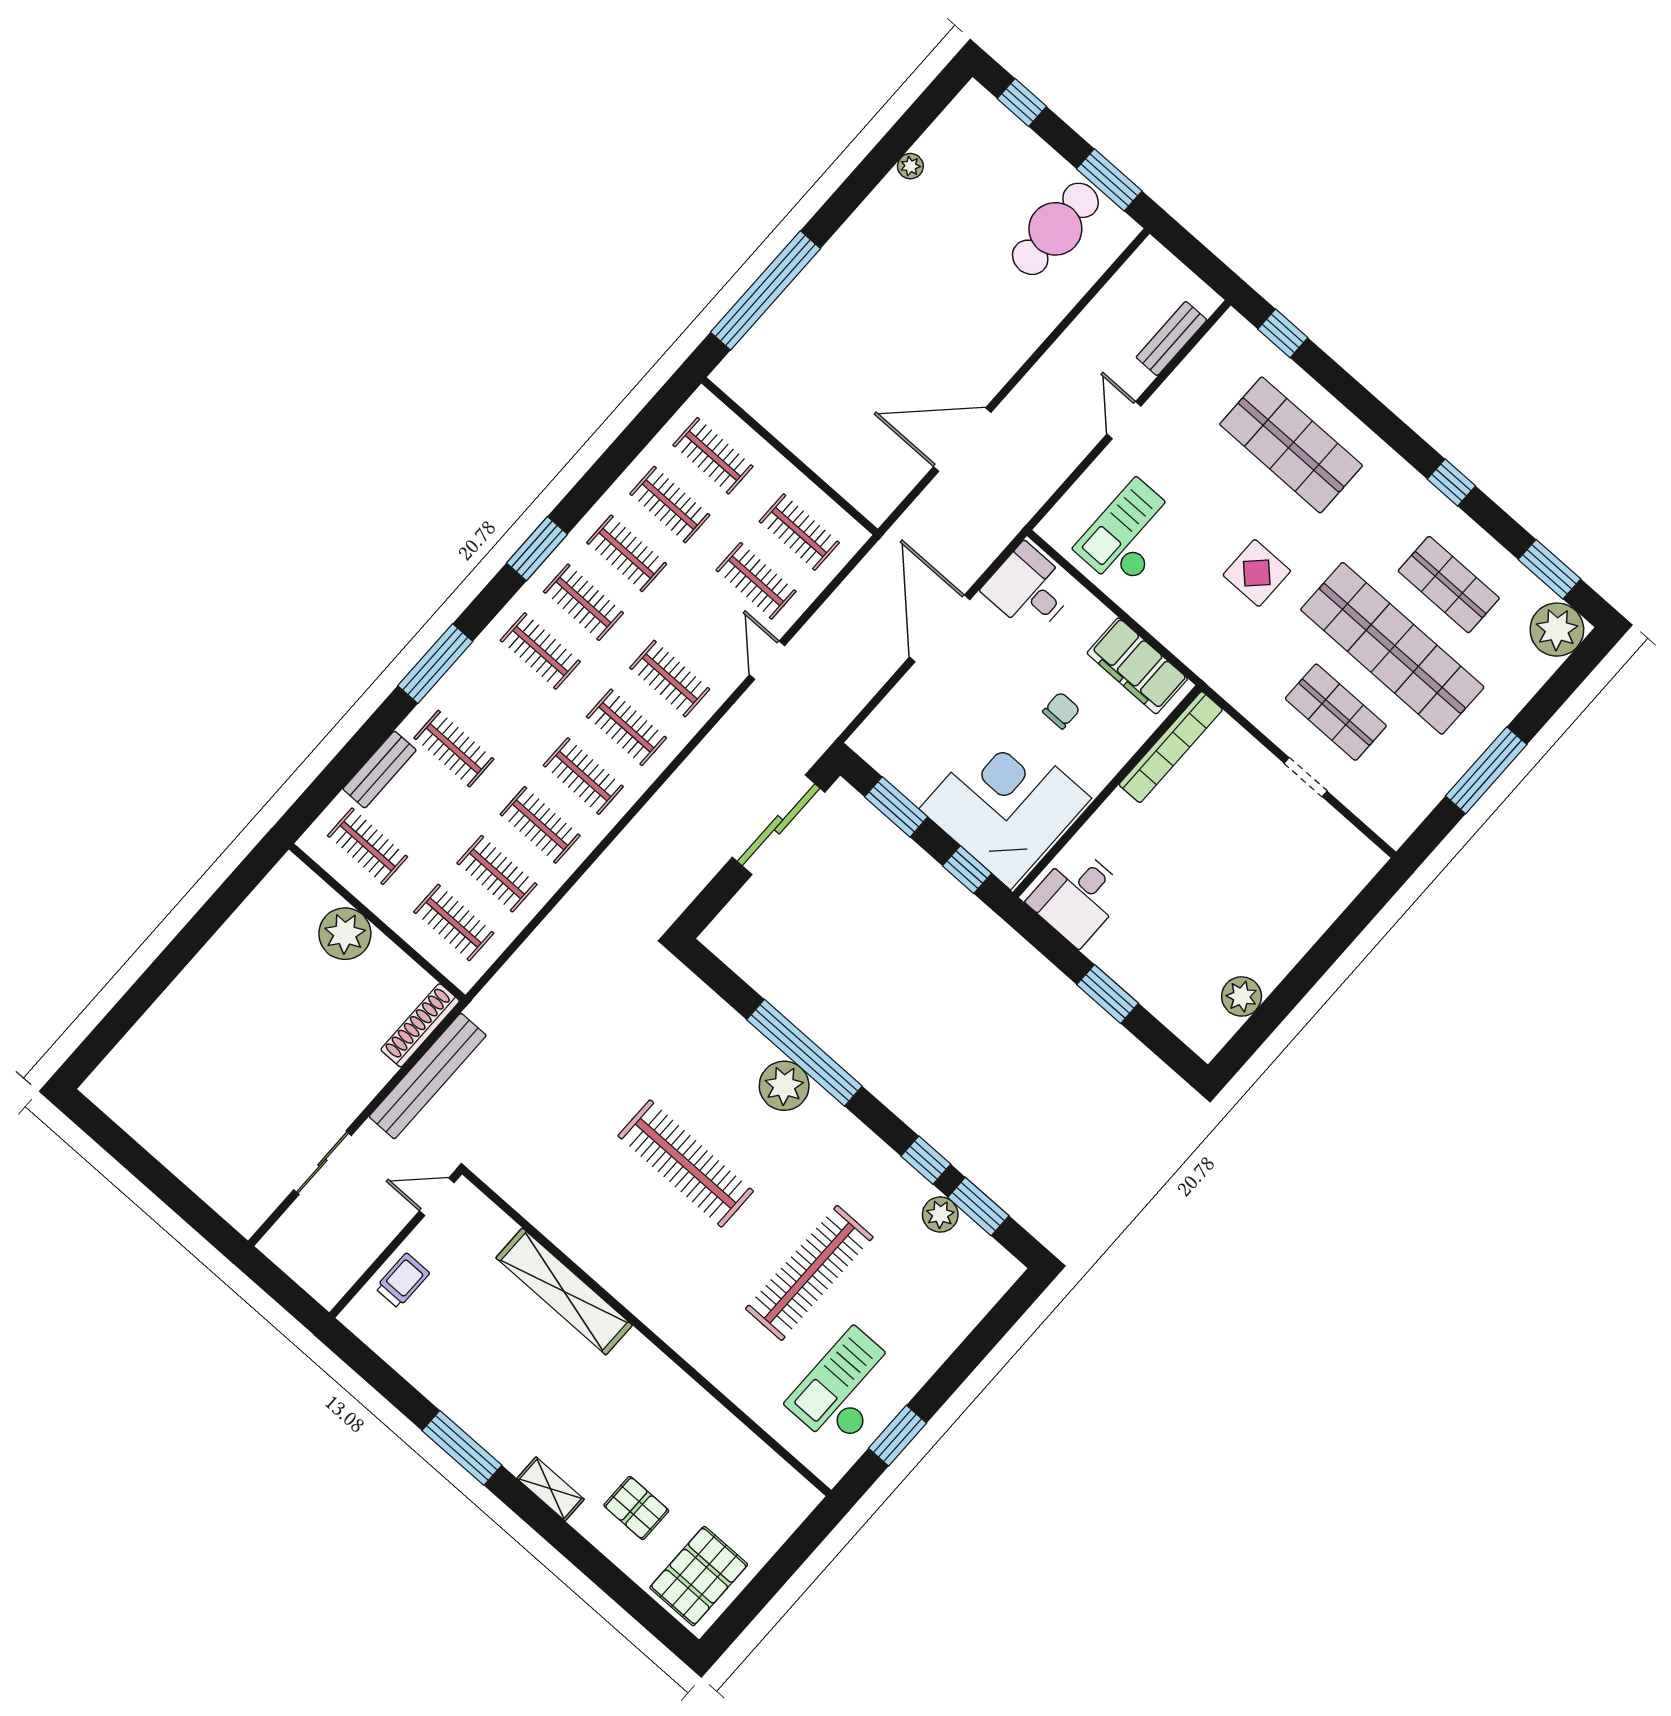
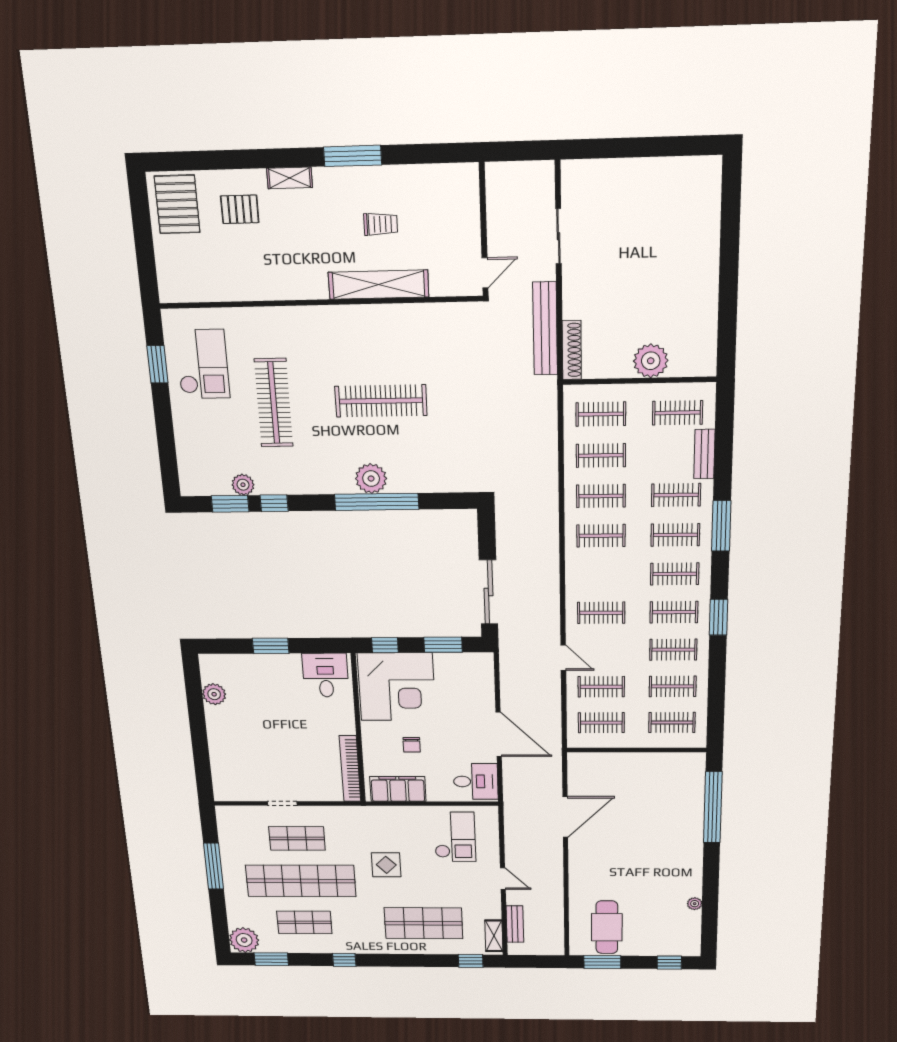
shelving: (1216, 345) -> (494, 936), added
clothes rail: (626, 727) -> (675, 535), moved
trolley: (402, 1281) -> (381, 224), moved, turned -90

